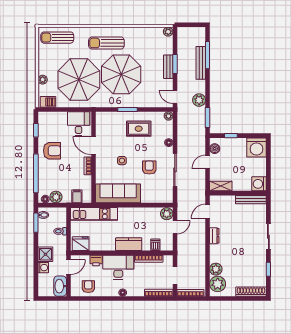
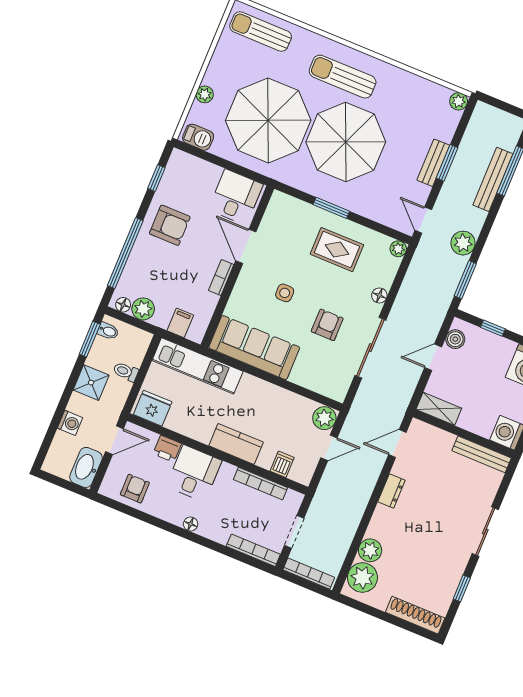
shower: (45, 254) -> (91, 383), moved
desk: (118, 267) -> (194, 473), width x0.73

